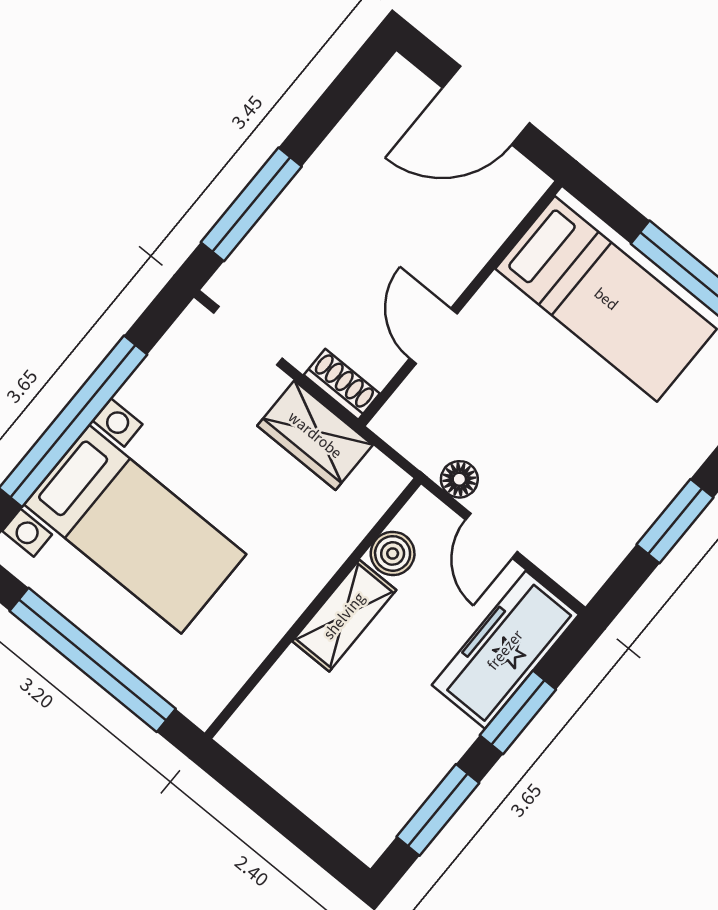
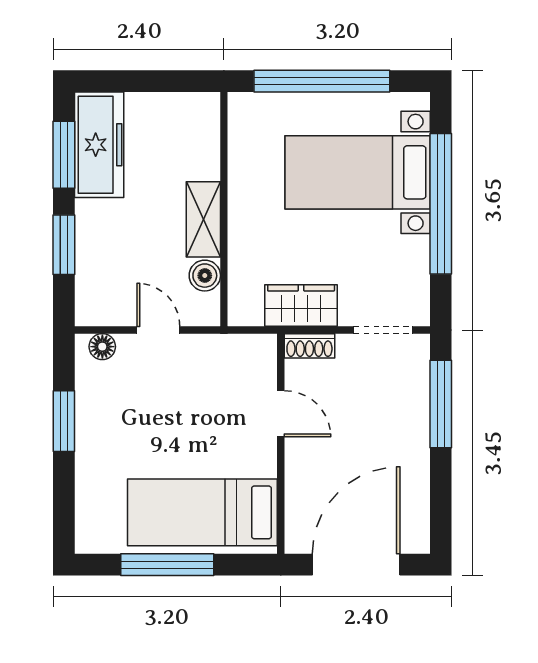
door: (486, 105) -> (356, 565), width x1.36
floor lamp: (459, 479) -> (102, 347), moved
freezer: (505, 650) -> (99, 145), moved

